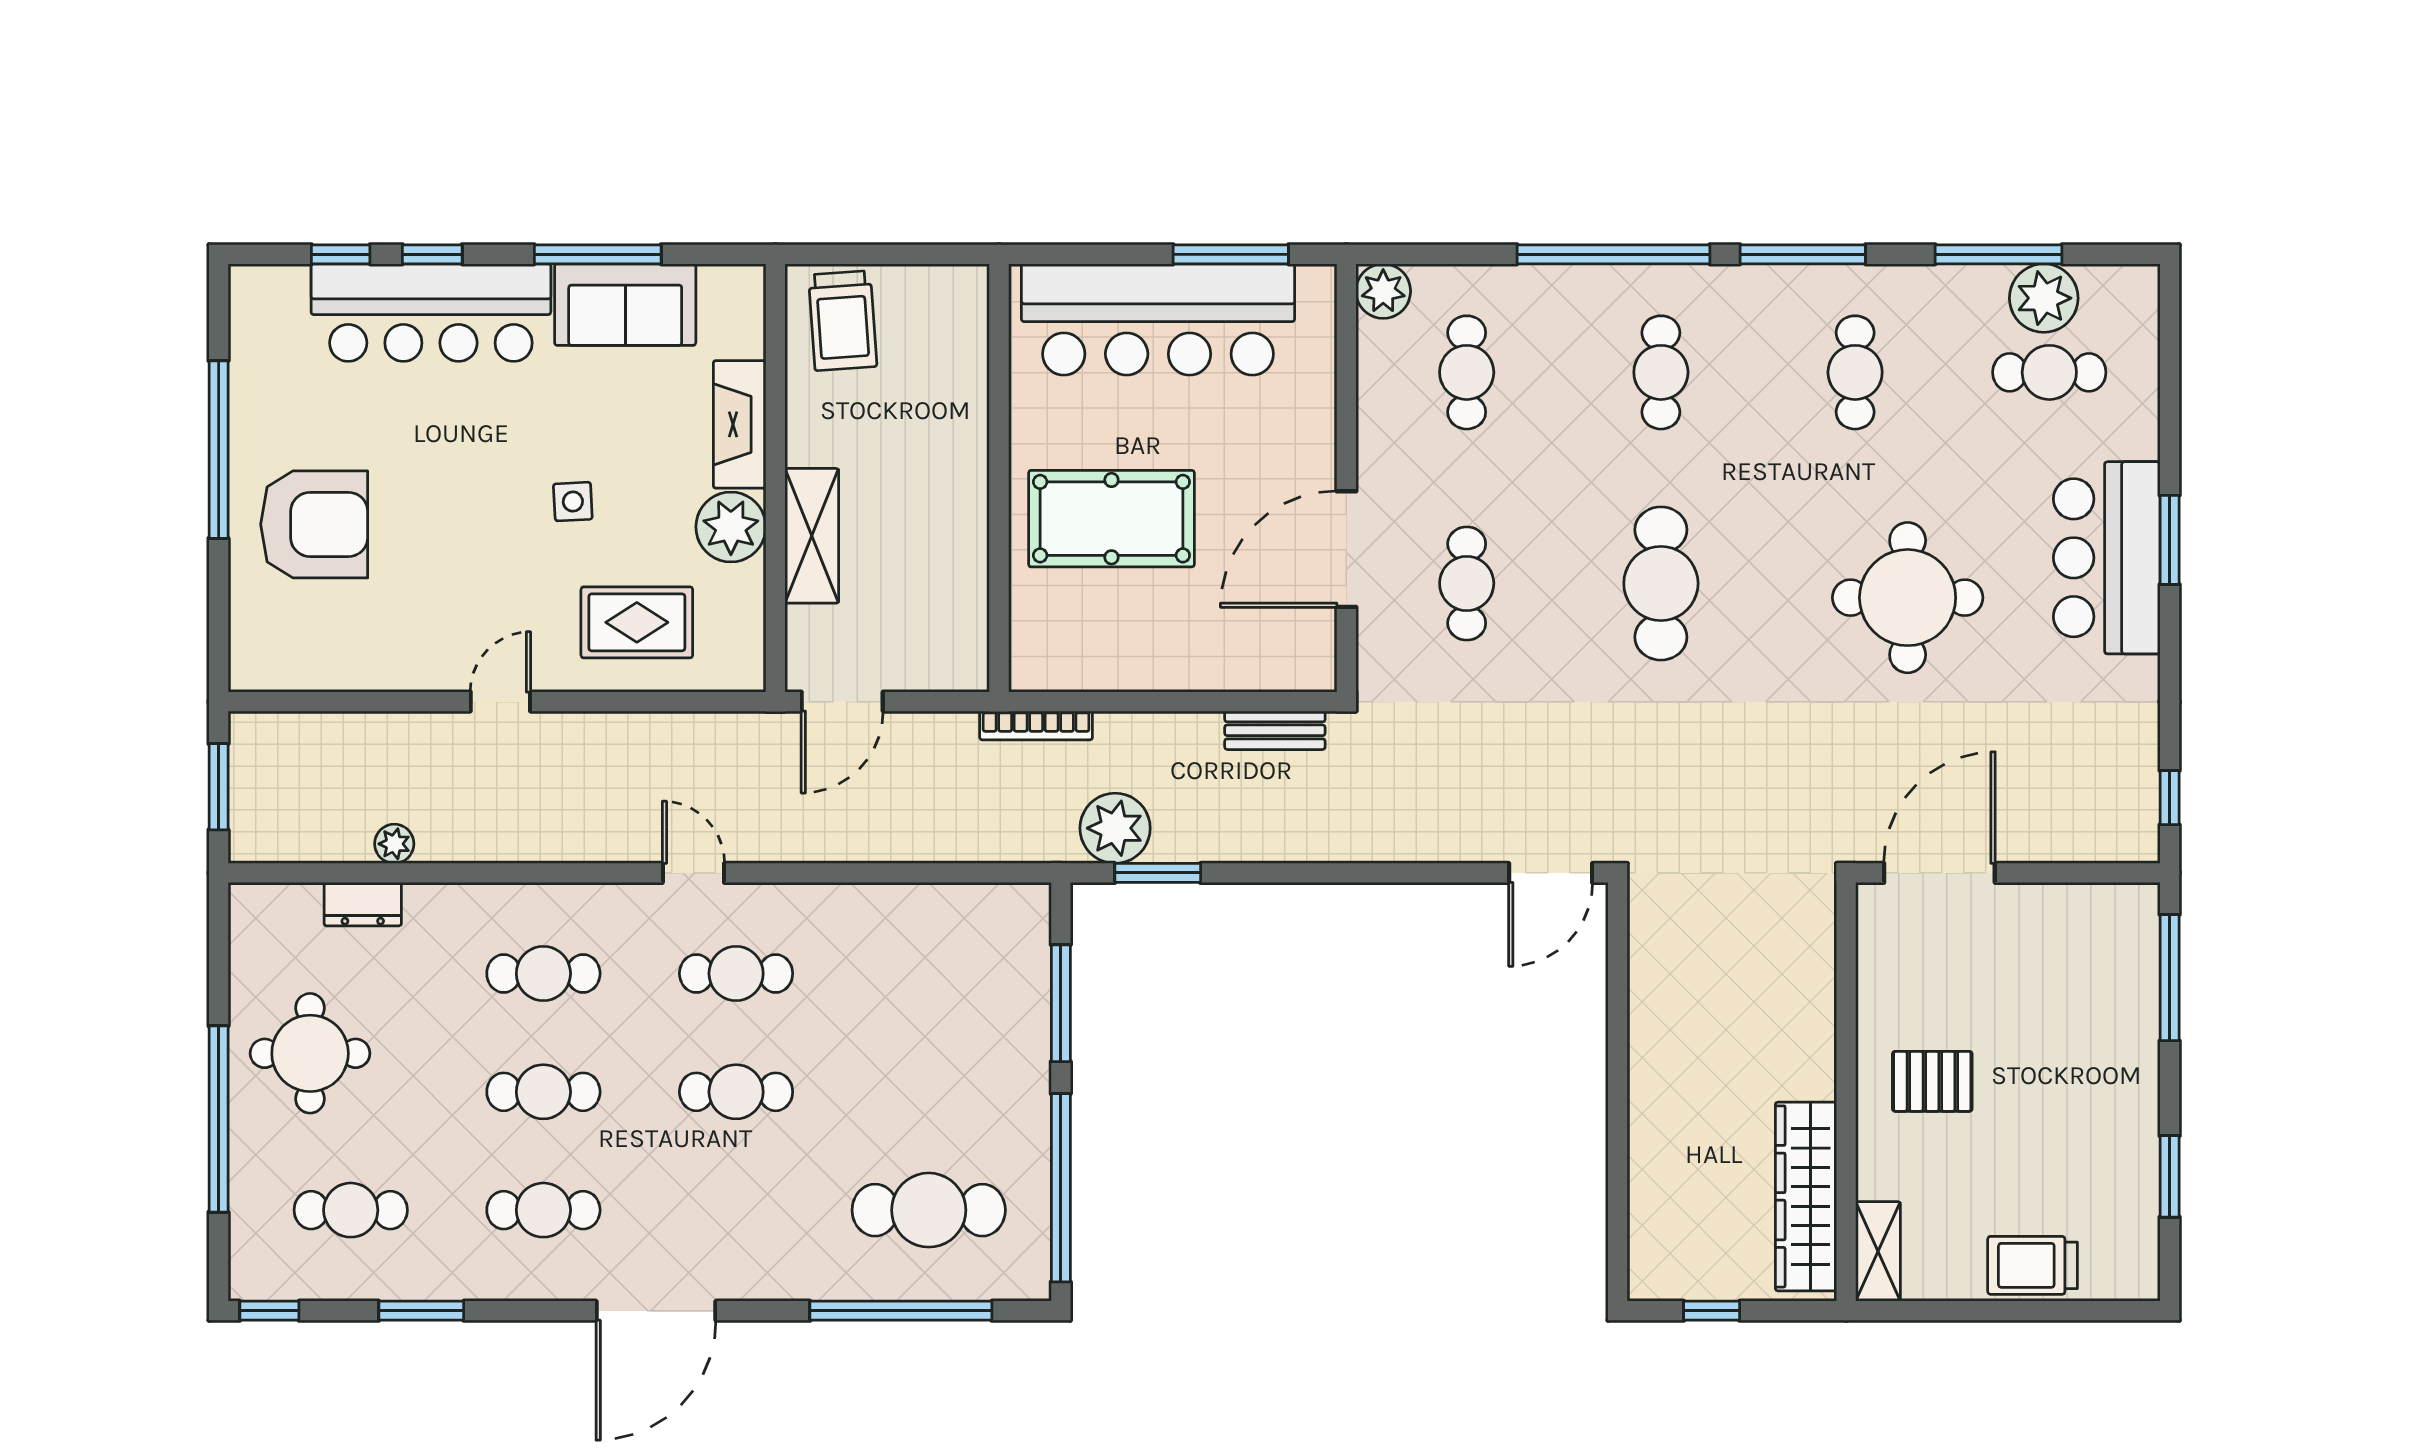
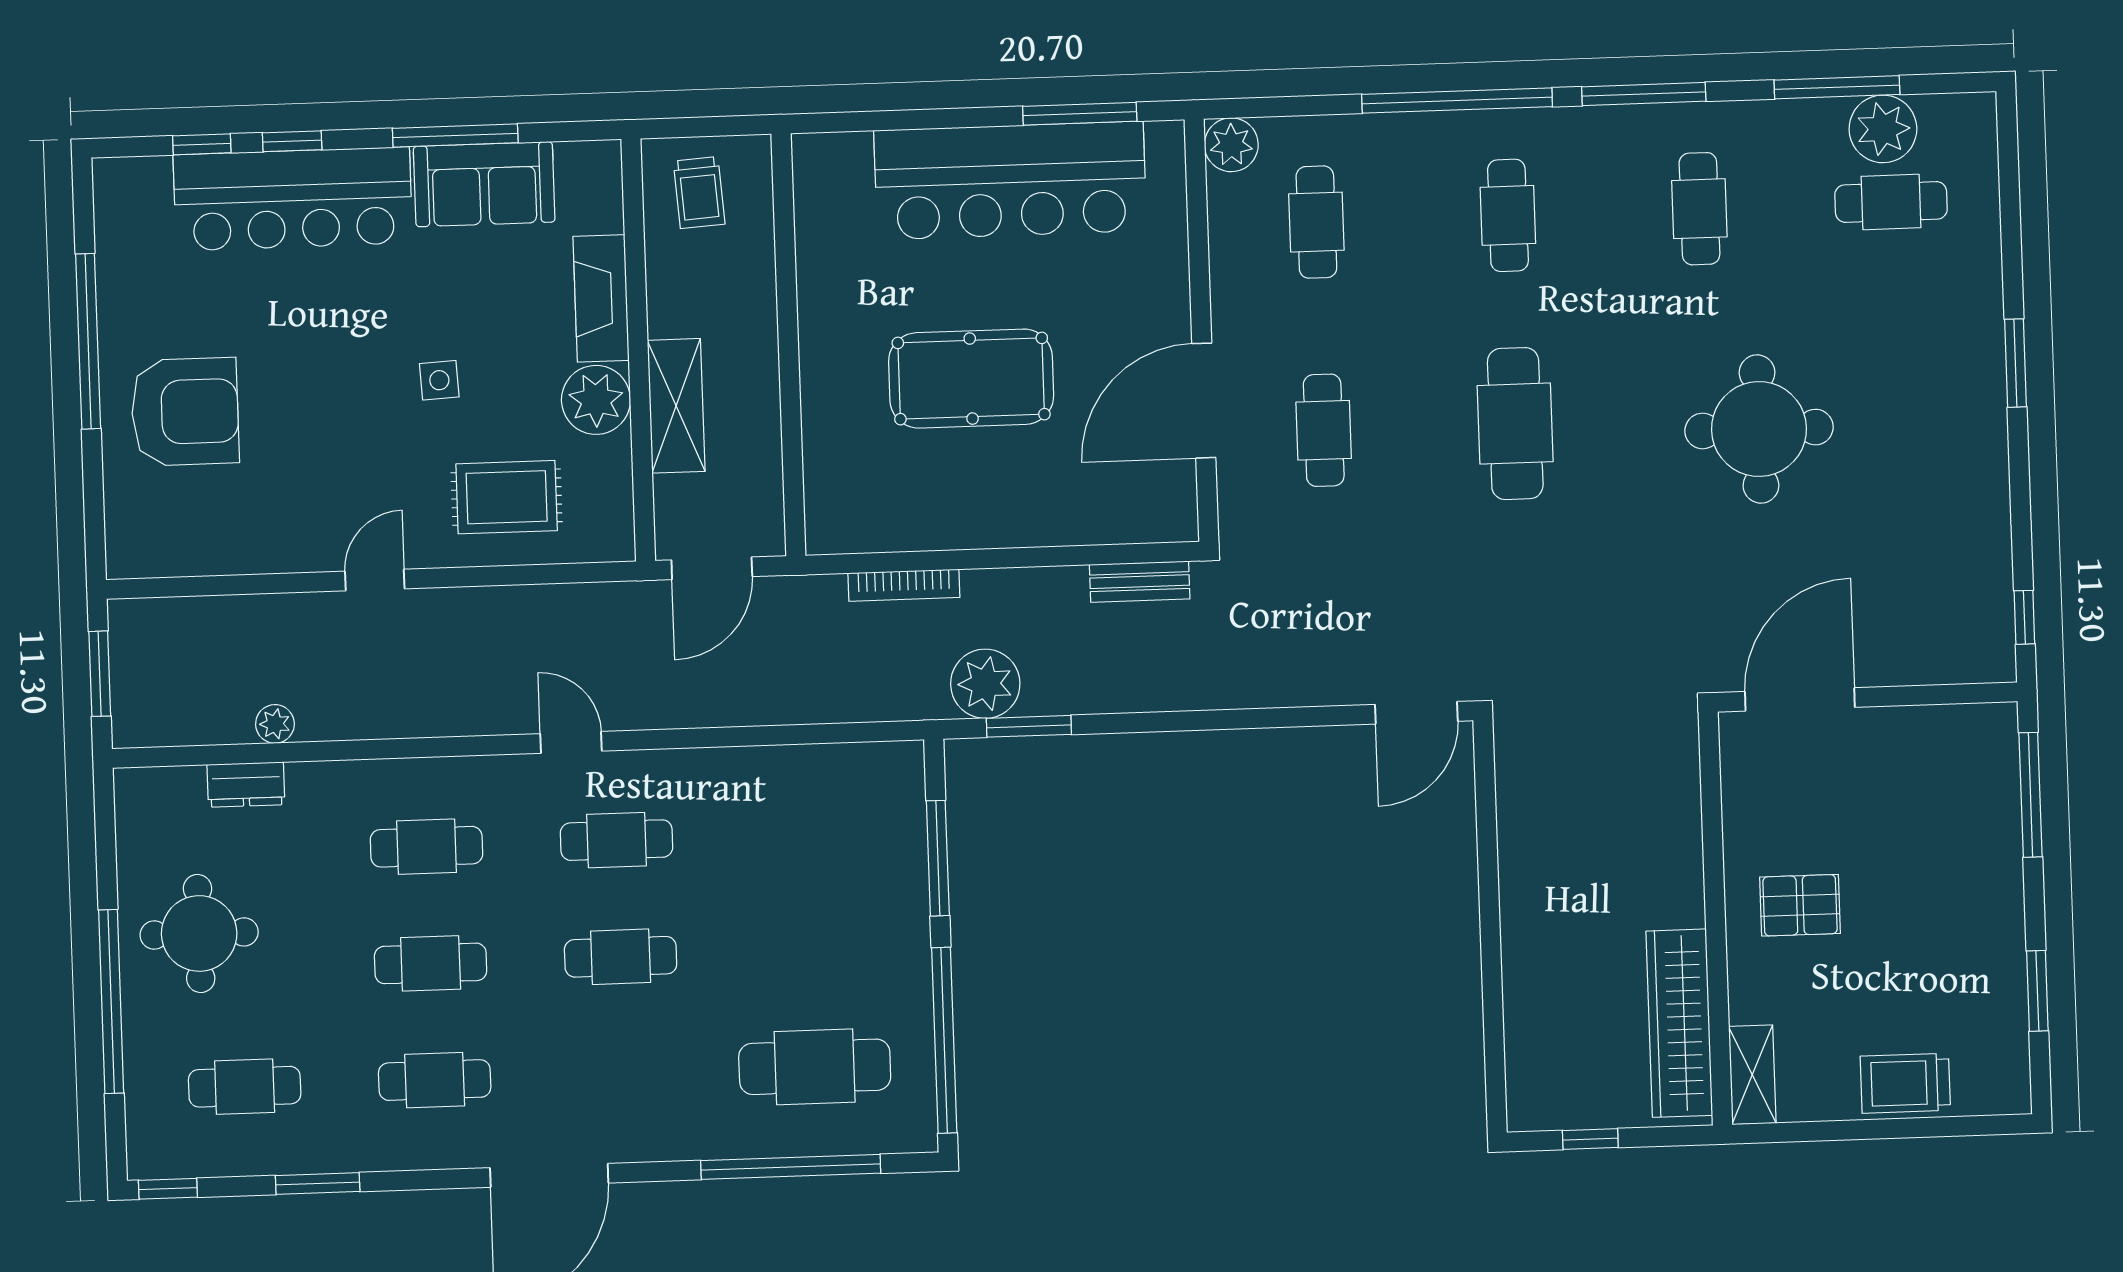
trolley: (843, 321) -> (699, 193), width x0.73, depth x0.72
wall: (999, 478) -> (788, 345), moved
bar counter: (2107, 558) -> (1954, 383), removed

